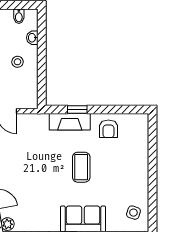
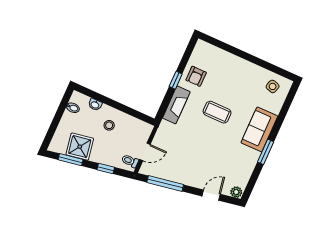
window: (77, 110) -> (176, 80), moved
armchair: (108, 129) -> (196, 76), turned 90

